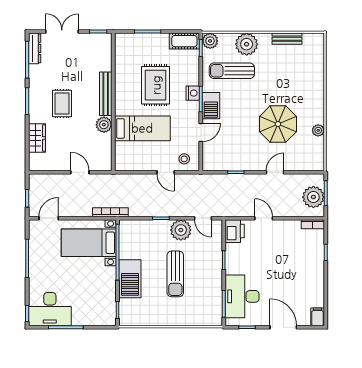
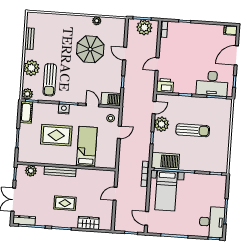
barbecue: (211, 106) -> (111, 99), moved
plant: (104, 125) -> (31, 171), moved
barbecue: (130, 279) -> (165, 161), moved

